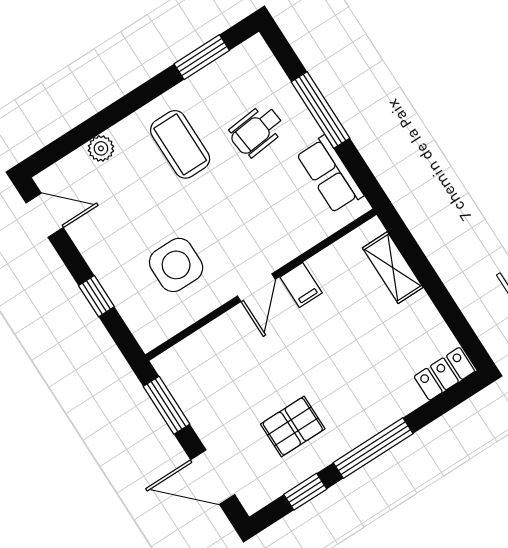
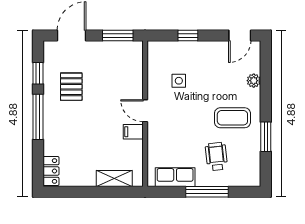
window: (202, 57) -> (266, 137), moved
side table: (176, 265) -> (179, 81), width x0.54, depth x0.54

